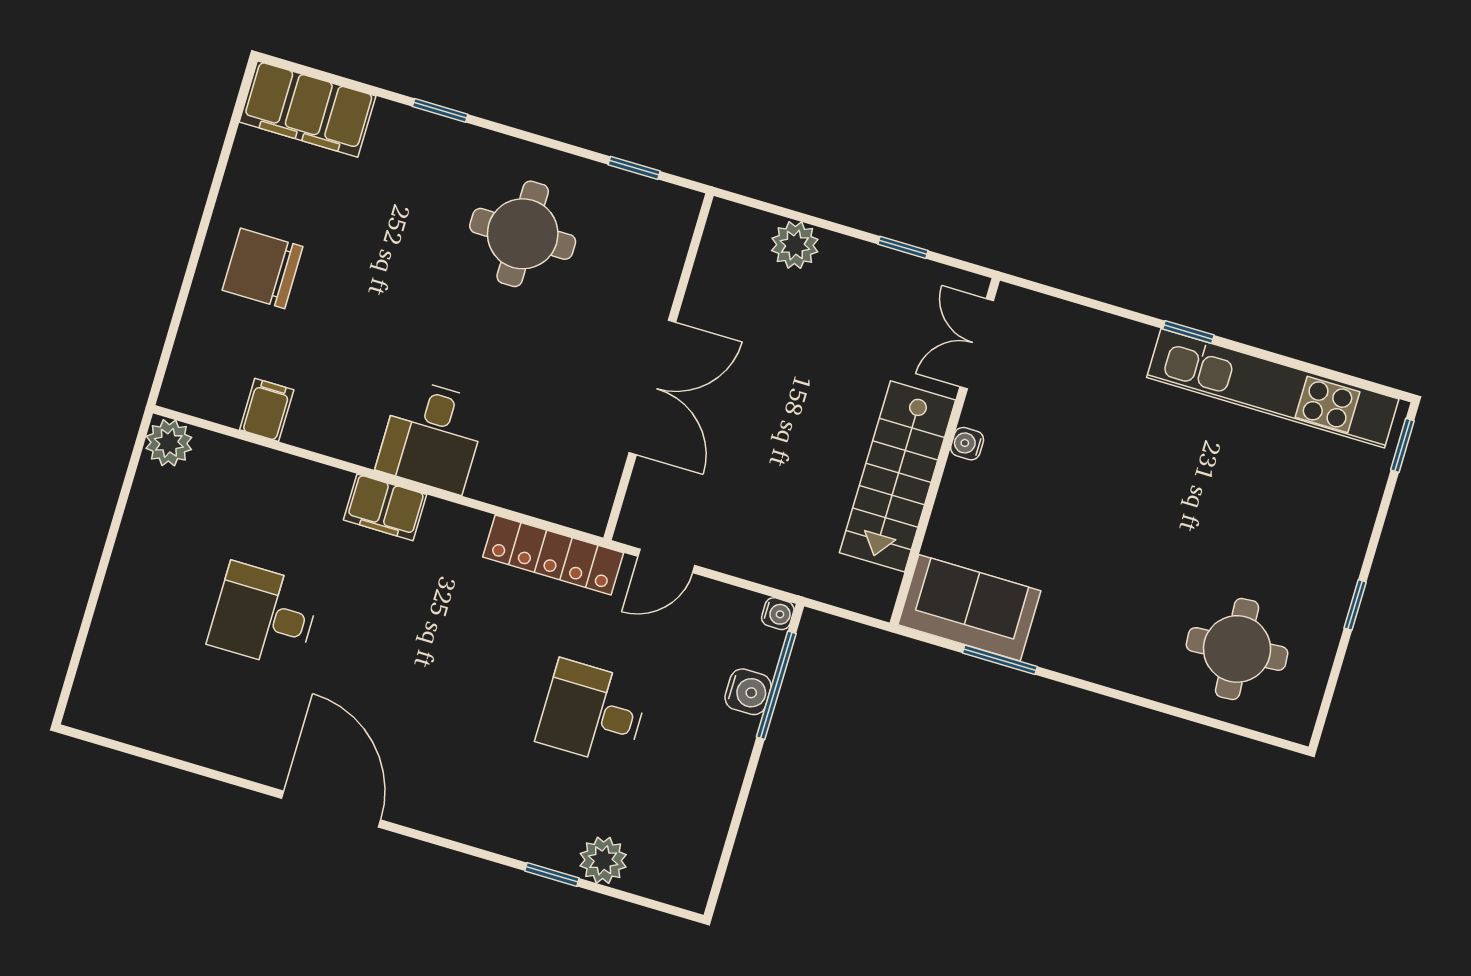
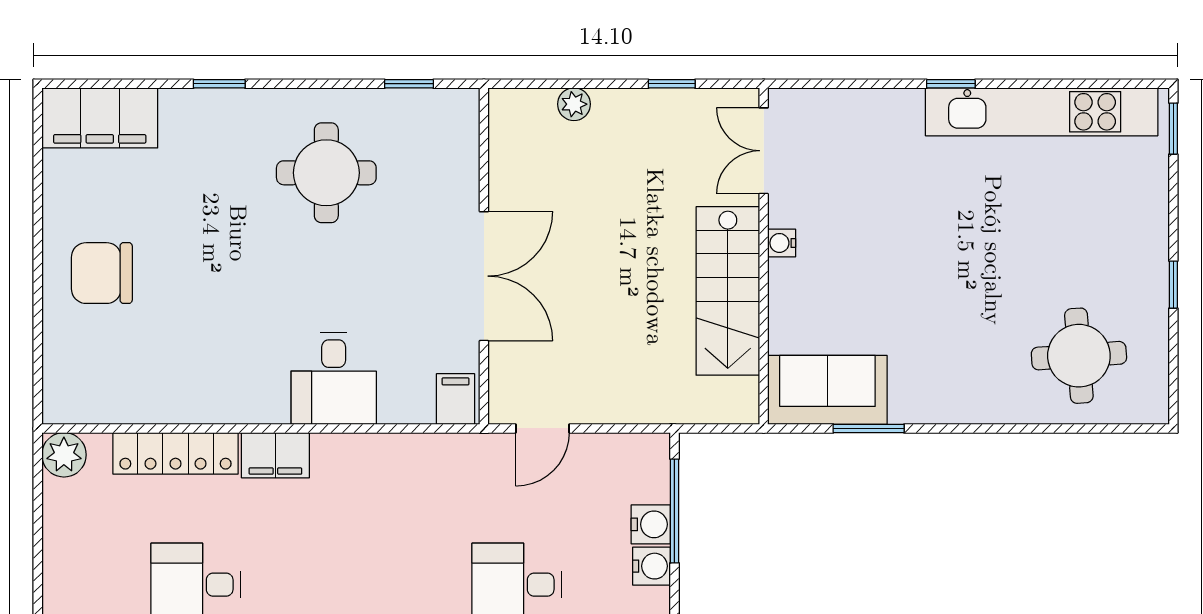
plant: (795, 245) -> (574, 104), width x0.73, depth x0.73
filing cabinet: (267, 410) -> (456, 399), moved
desk: (432, 436) -> (334, 378), moved
locker: (553, 555) -> (175, 453), moved
water cooler: (778, 614) -> (651, 566), moved, width x1.38, depth x1.38

